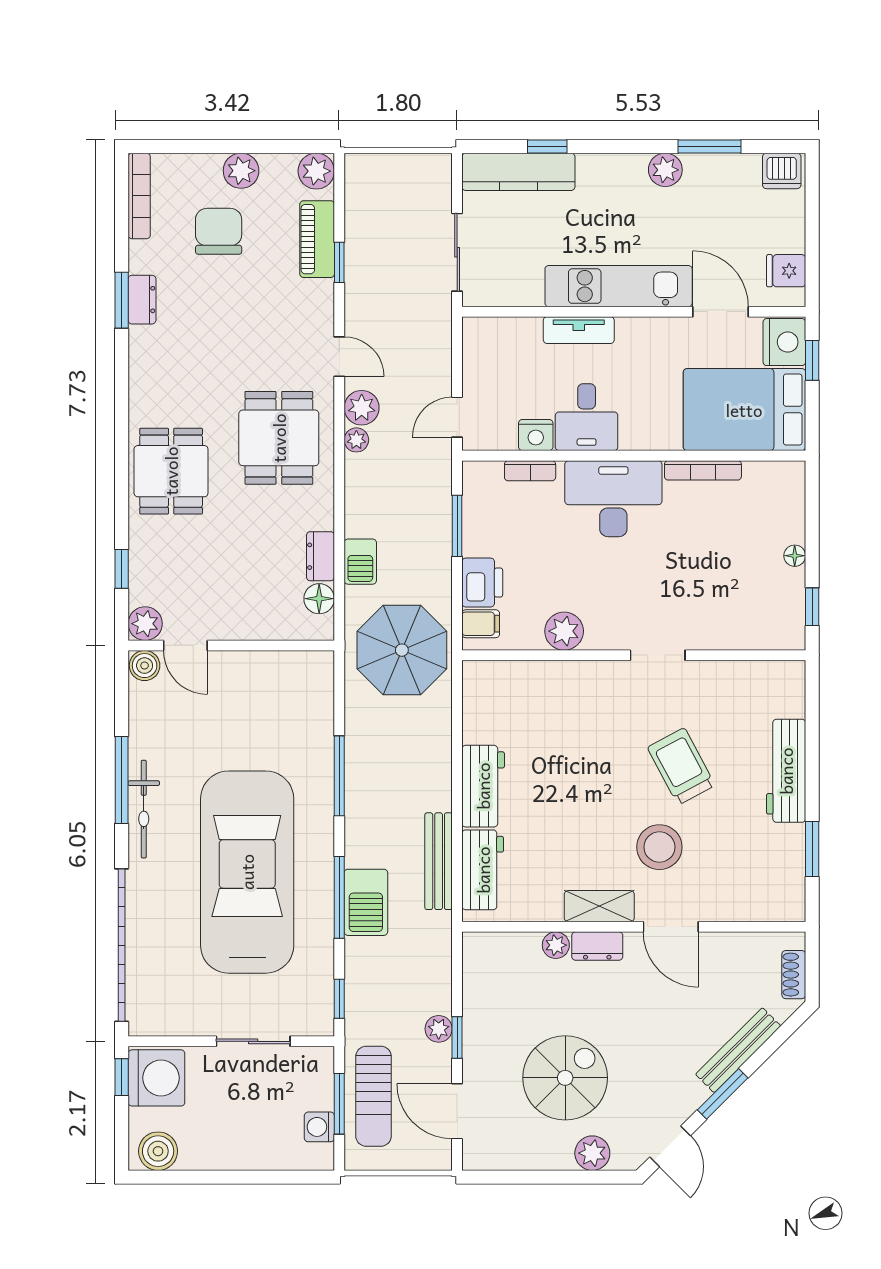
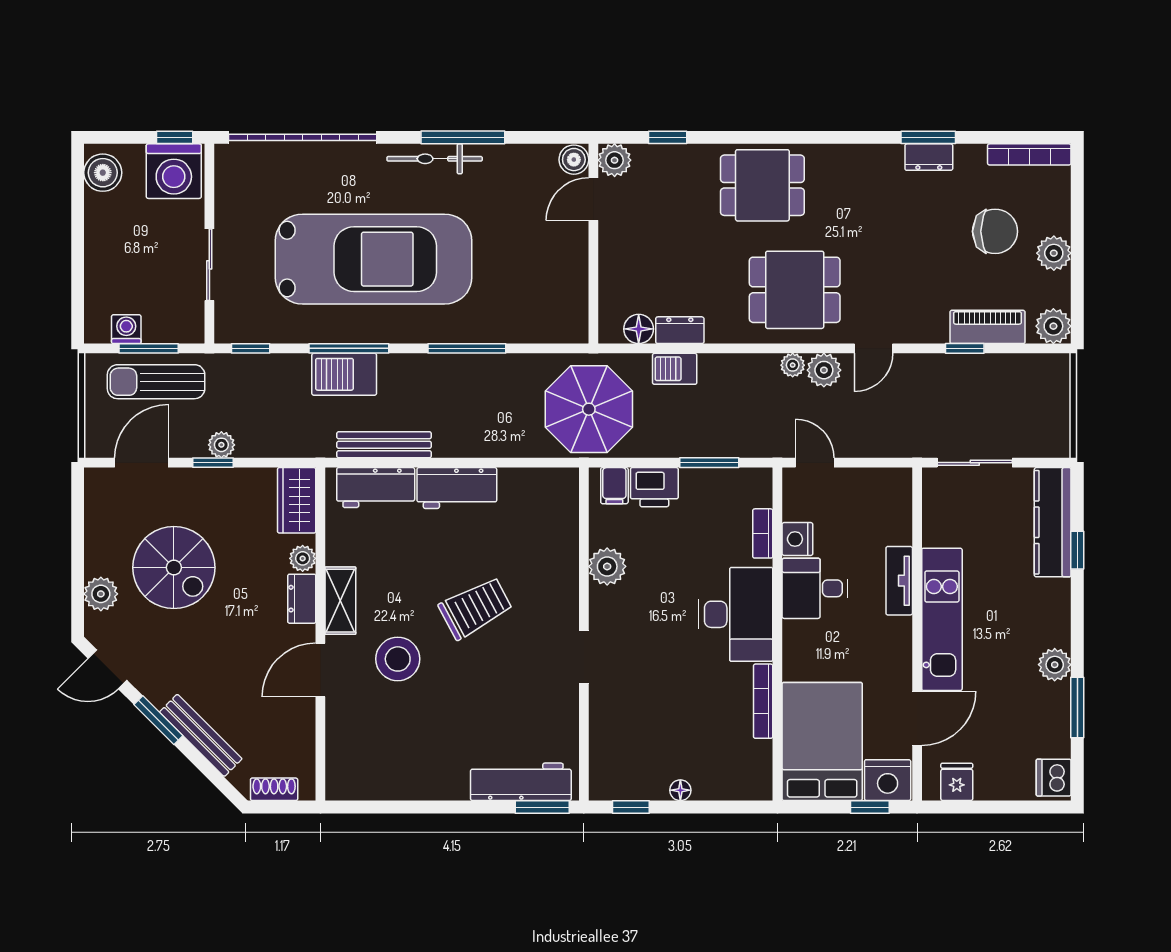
trolley: (681, 766) -> (476, 608), moved
workbench: (786, 771) -> (521, 782), moved
window: (812, 849) -> (542, 807), moved
wardrobe: (496, 951) -> (297, 500), added

